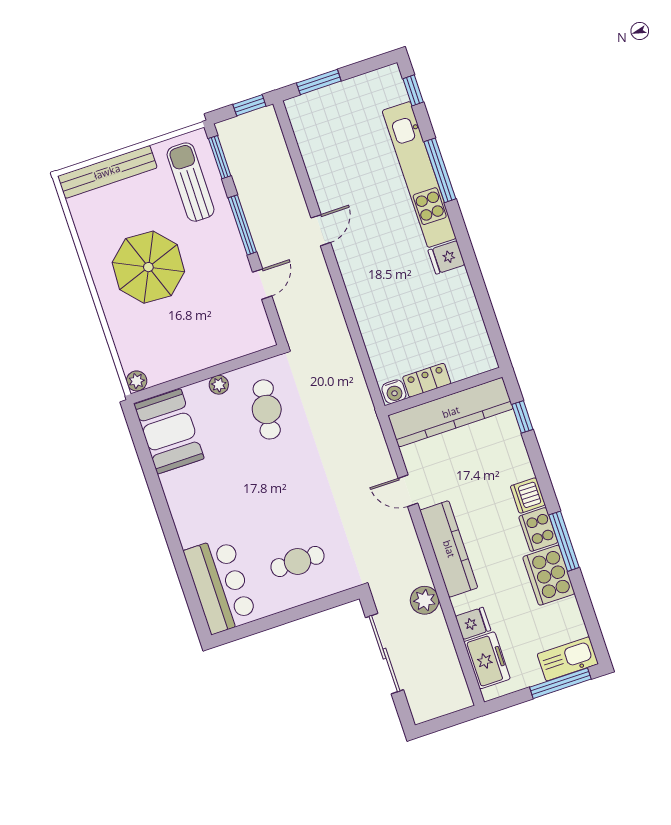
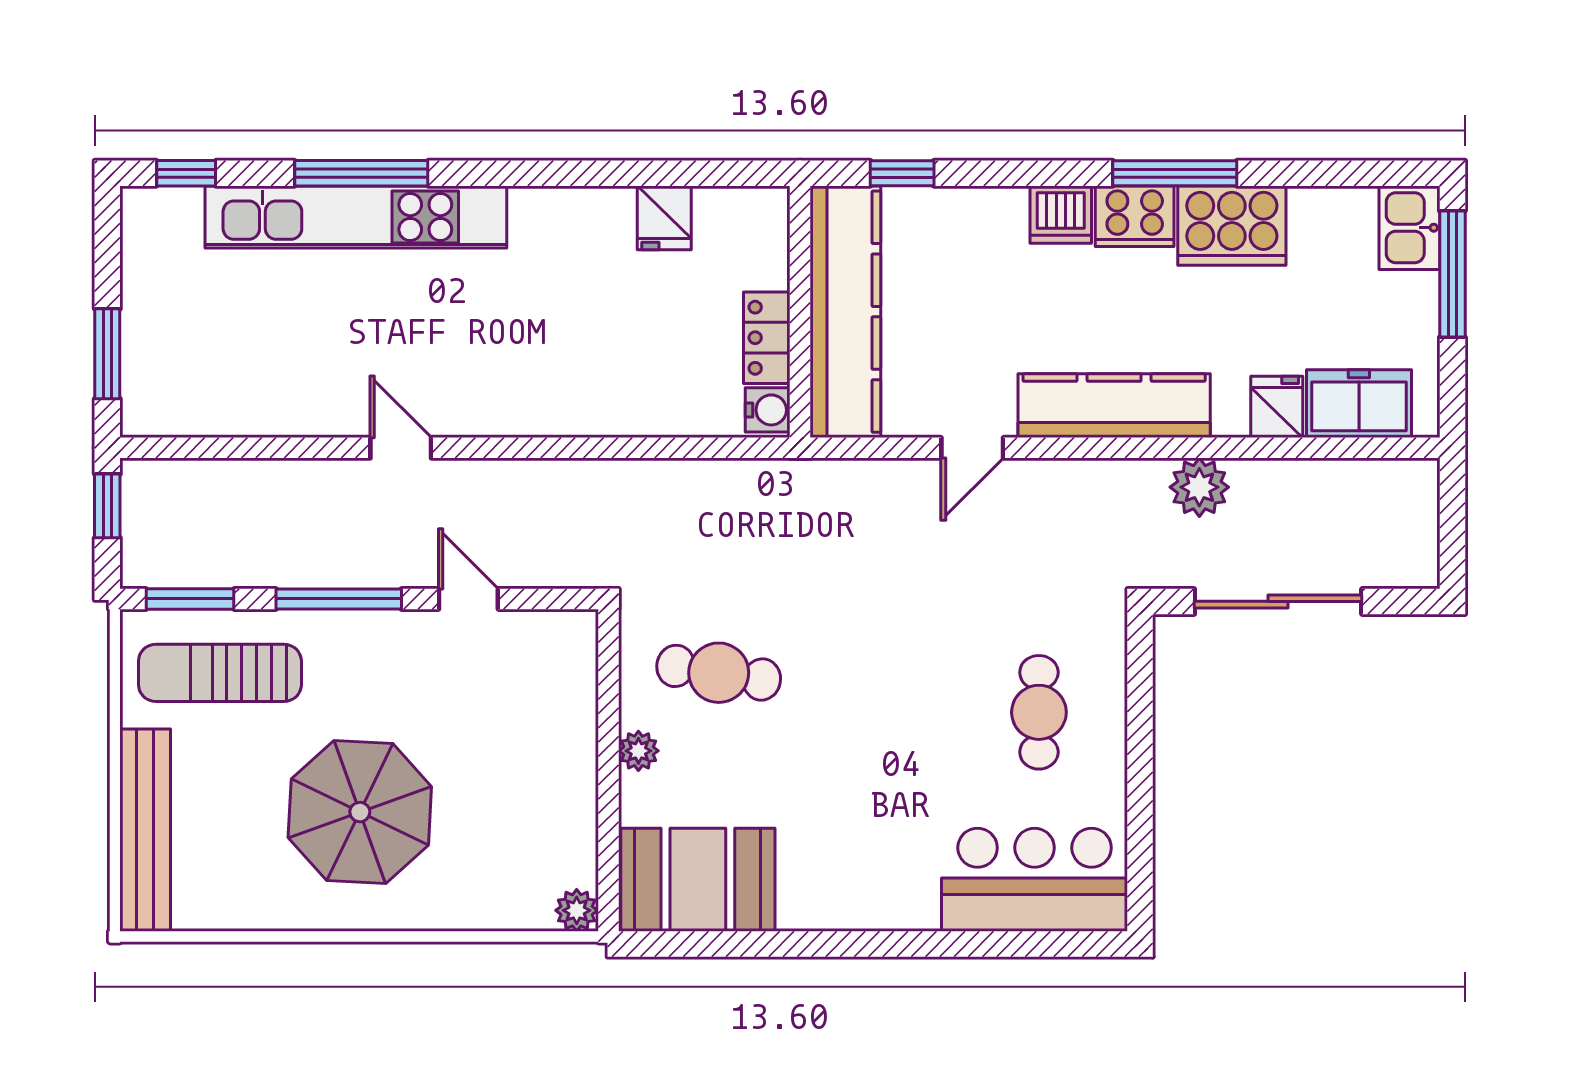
fridge: (446, 257) -> (664, 218), moved
kitchen sink: (568, 659) -> (1409, 228), width x0.73

